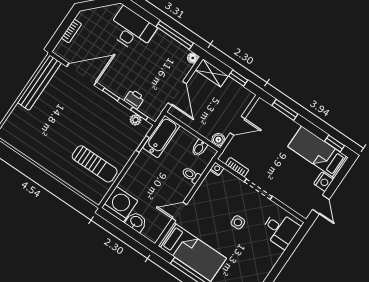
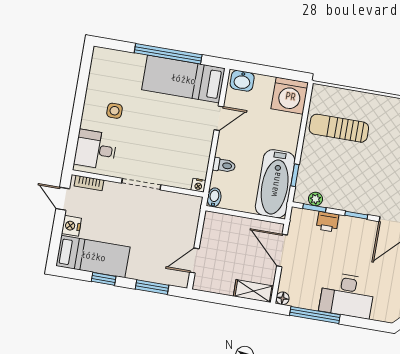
desk: (132, 30) -> (347, 295), moved
window: (238, 78) -> (221, 299), removed
door: (238, 126) -> (194, 261), moved
bathtub: (161, 137) -> (275, 184), width x1.36, depth x1.36
boiler: (218, 140) -> (212, 219), removed
window: (334, 144) -> (104, 279), moved
bidet: (199, 148) -> (214, 197), moved
bookcase: (237, 167) -> (89, 183), moved
washbasin: (136, 222) -> (242, 81), moved
side table: (238, 222) -> (114, 111), moved

